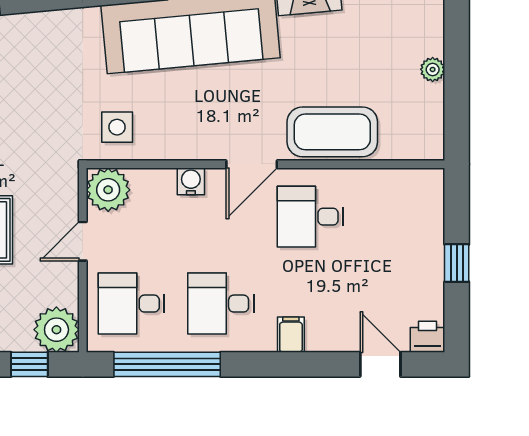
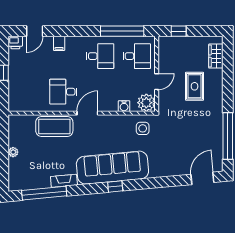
water cooler: (191, 181) -> (124, 106), moved
desk: (310, 217) -> (63, 92), turned 180
plant: (56, 330) -> (167, 45), removed
filing cabinet: (291, 335) -> (59, 43), moved
door: (380, 364) -> (35, 31), hinge flipped

